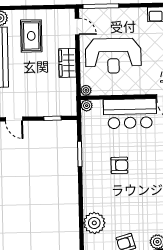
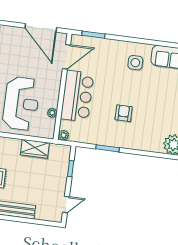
wardrobe: (67, 63) -> (35, 149), moved
plant: (86, 90) -> (52, 113), moved

